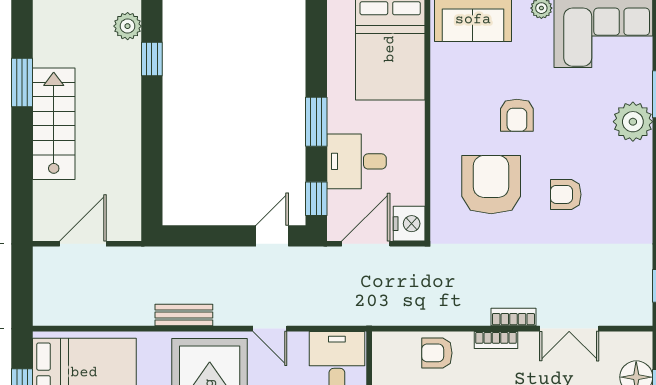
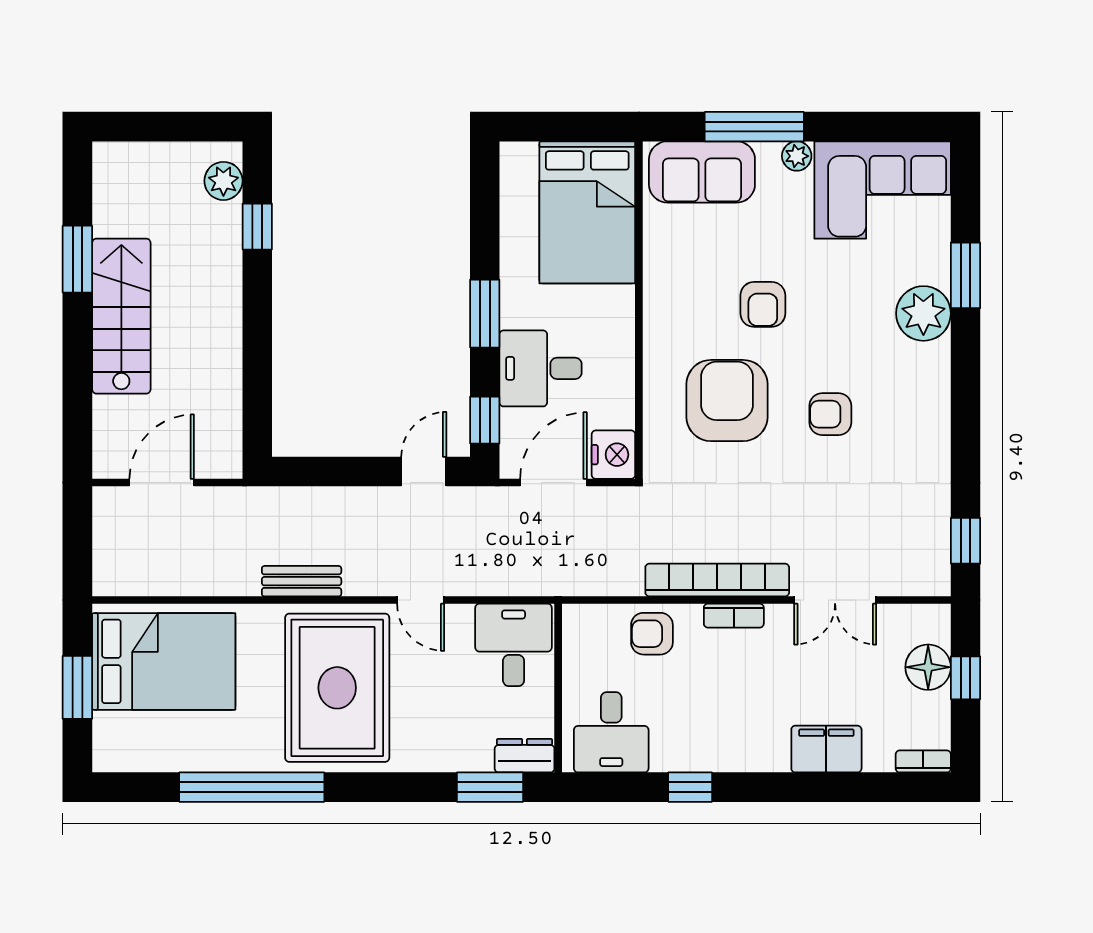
bookcase: (513, 317) -> (717, 580), width x2.31, depth x1.31

